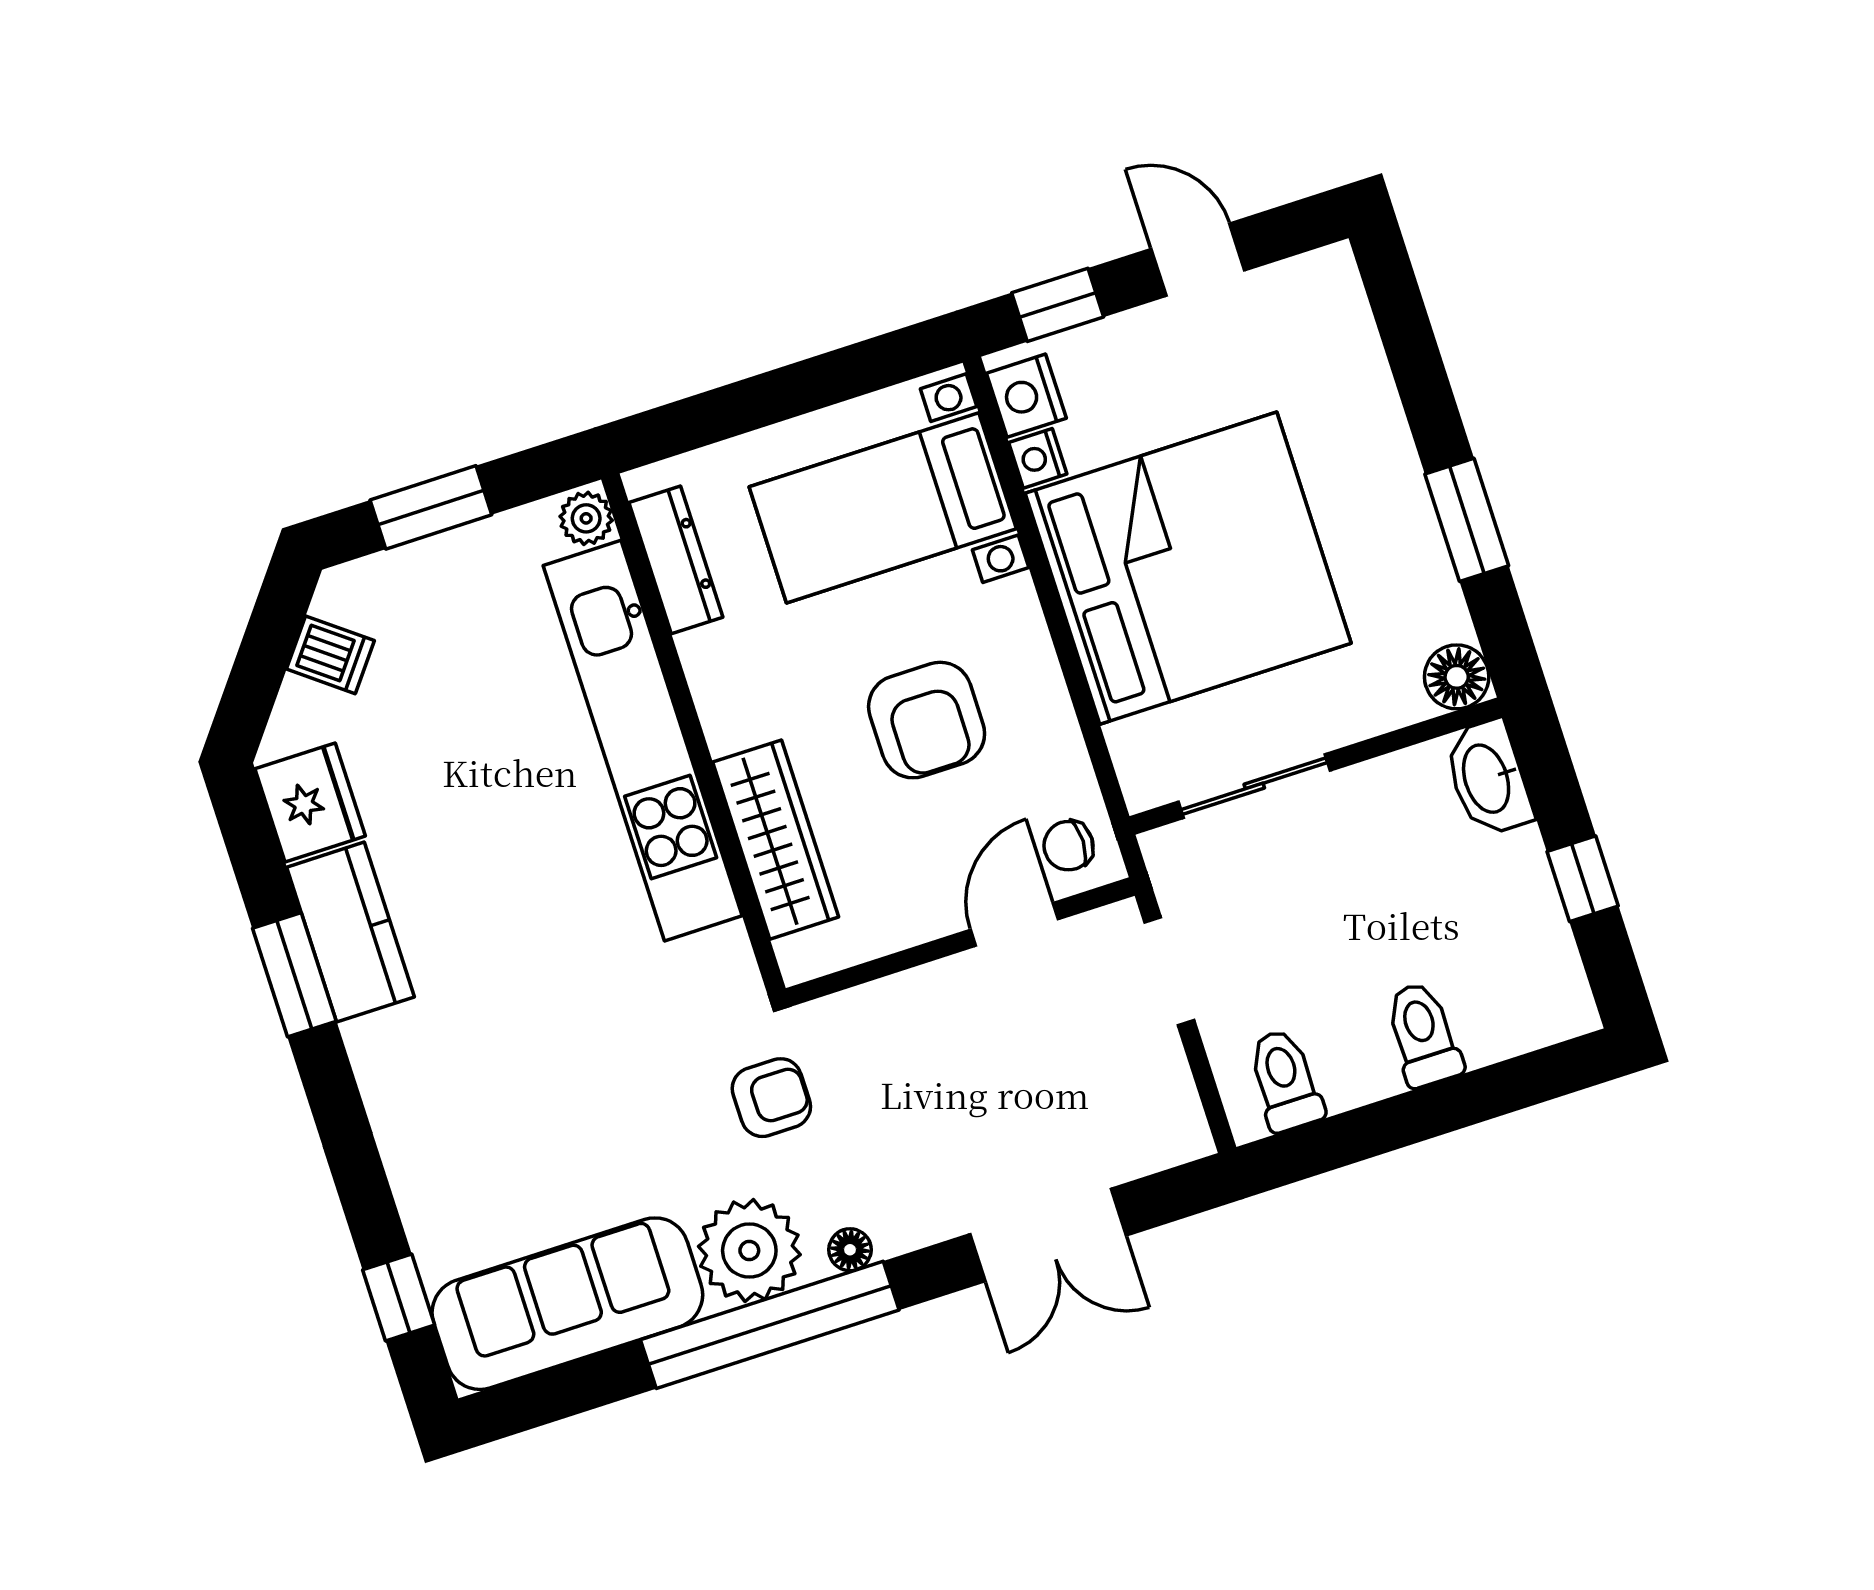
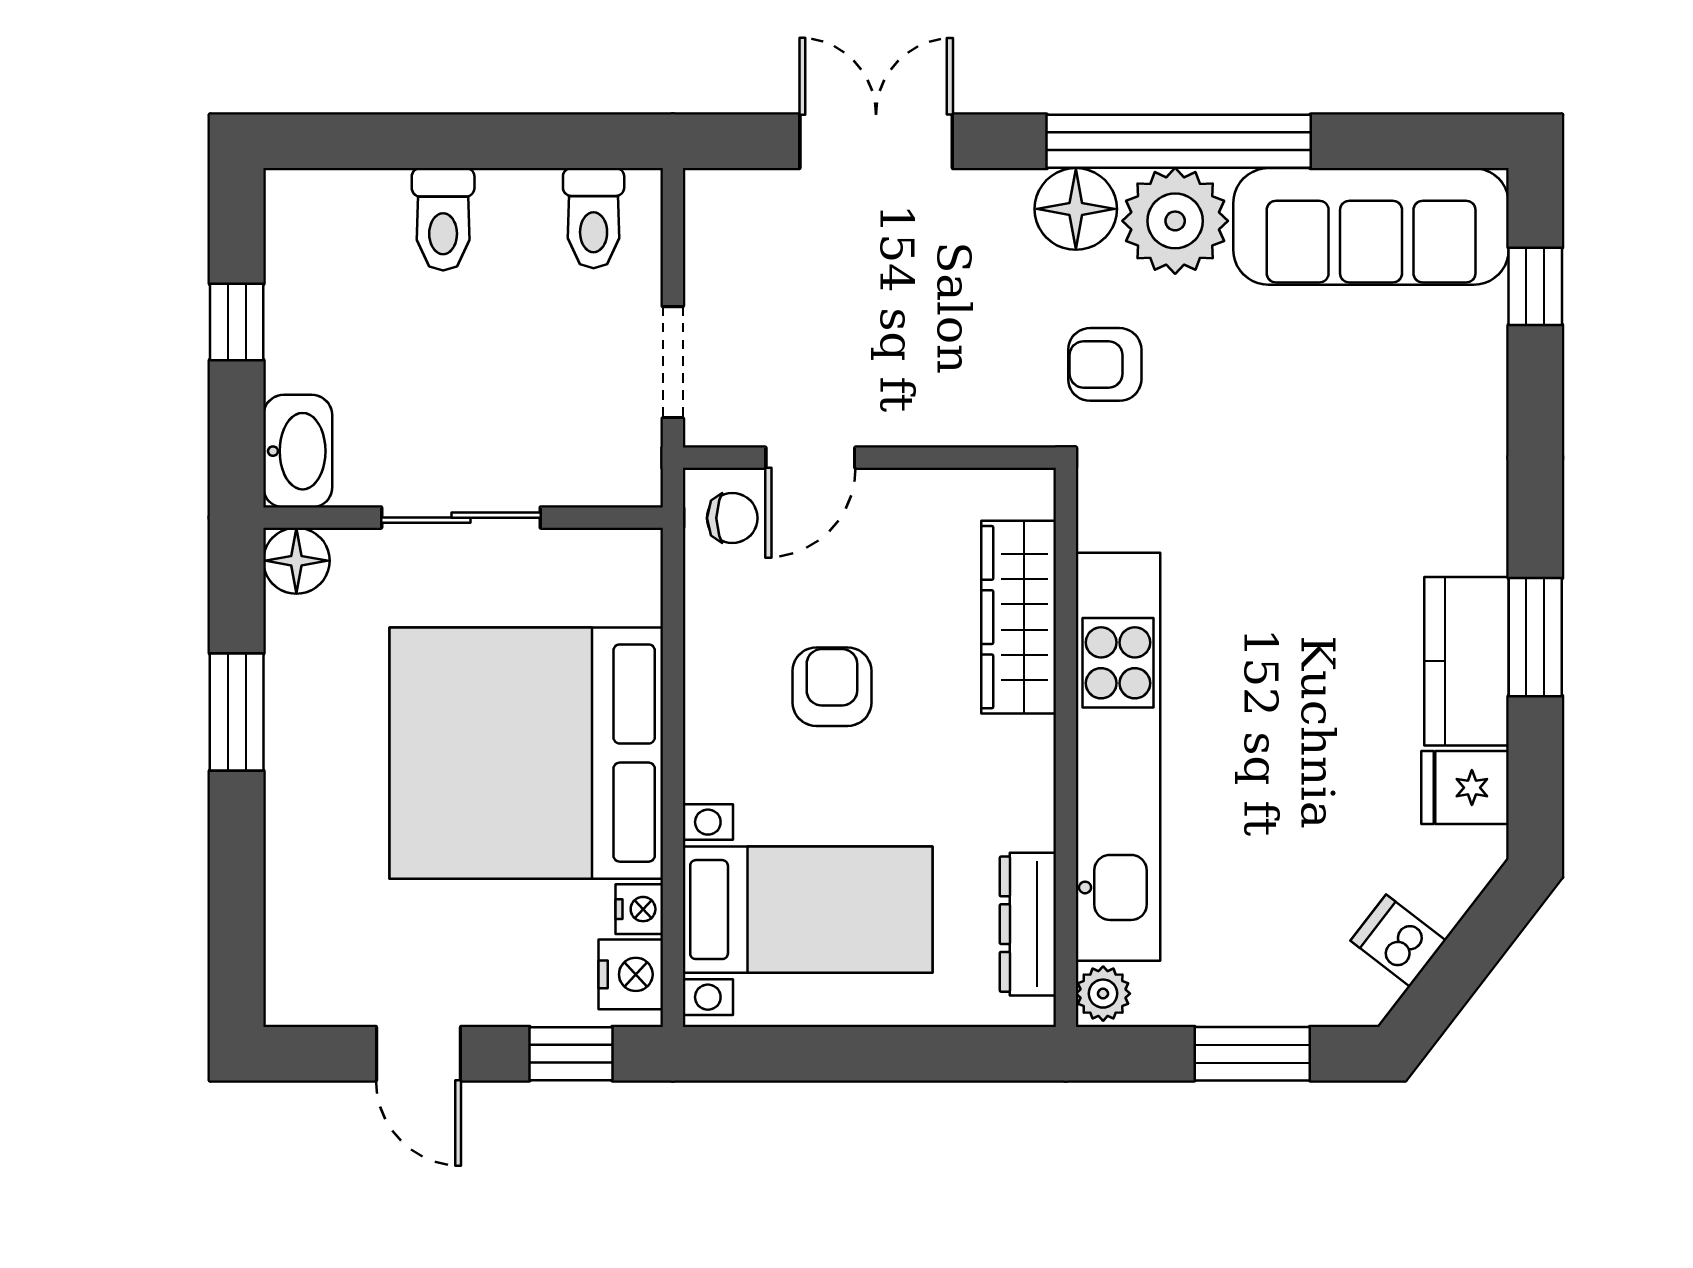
armchair: (927, 720) -> (832, 687), width x0.72, depth x0.72
sliding door: (1254, 786) -> (461, 518), moved
fridge: (310, 802) -> (1465, 788), width x0.72
floor lamp: (850, 1250) -> (1076, 209), width x1.89, depth x1.89

